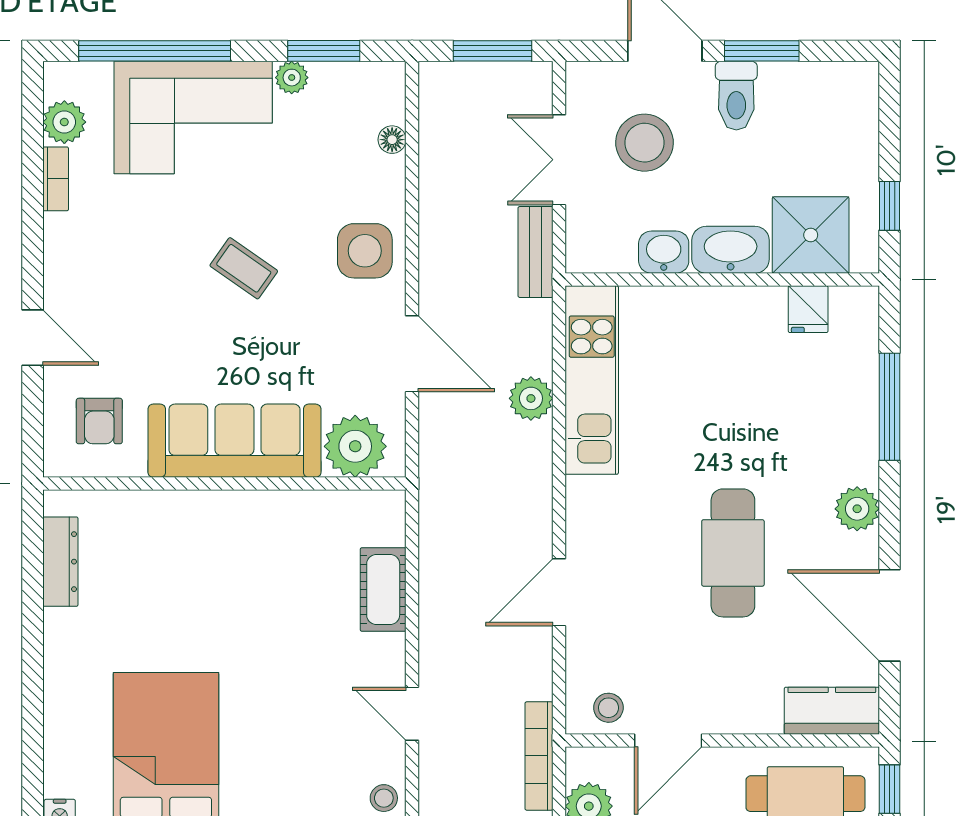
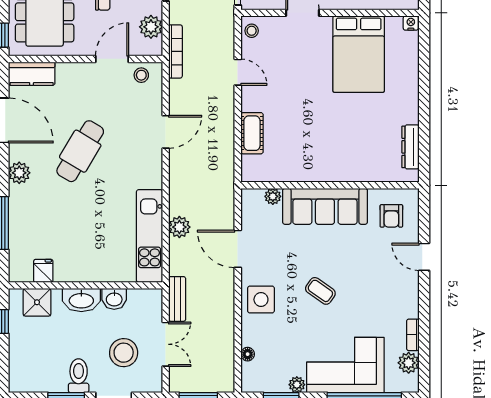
shower: (811, 235) -> (37, 302), width x0.73, depth x0.73
armchair: (99, 421) -> (391, 216), turned 180
plant: (355, 446) -> (273, 196), width x0.53, depth x0.53
cafe table: (733, 553) -> (80, 151), turned 31

